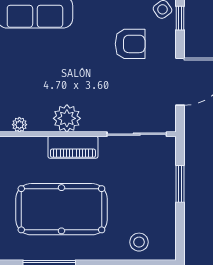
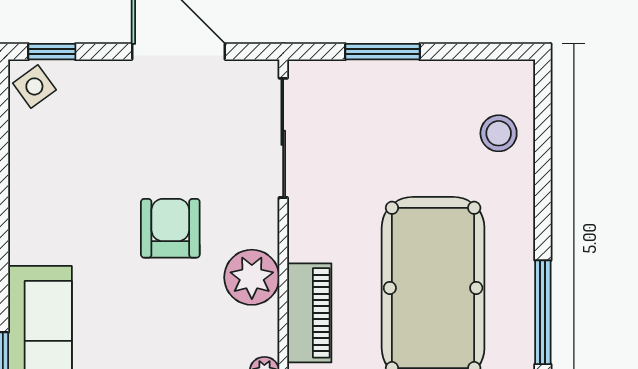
armchair: (130, 44) -> (170, 228), moved
piano: (73, 147) -> (309, 313), moved

